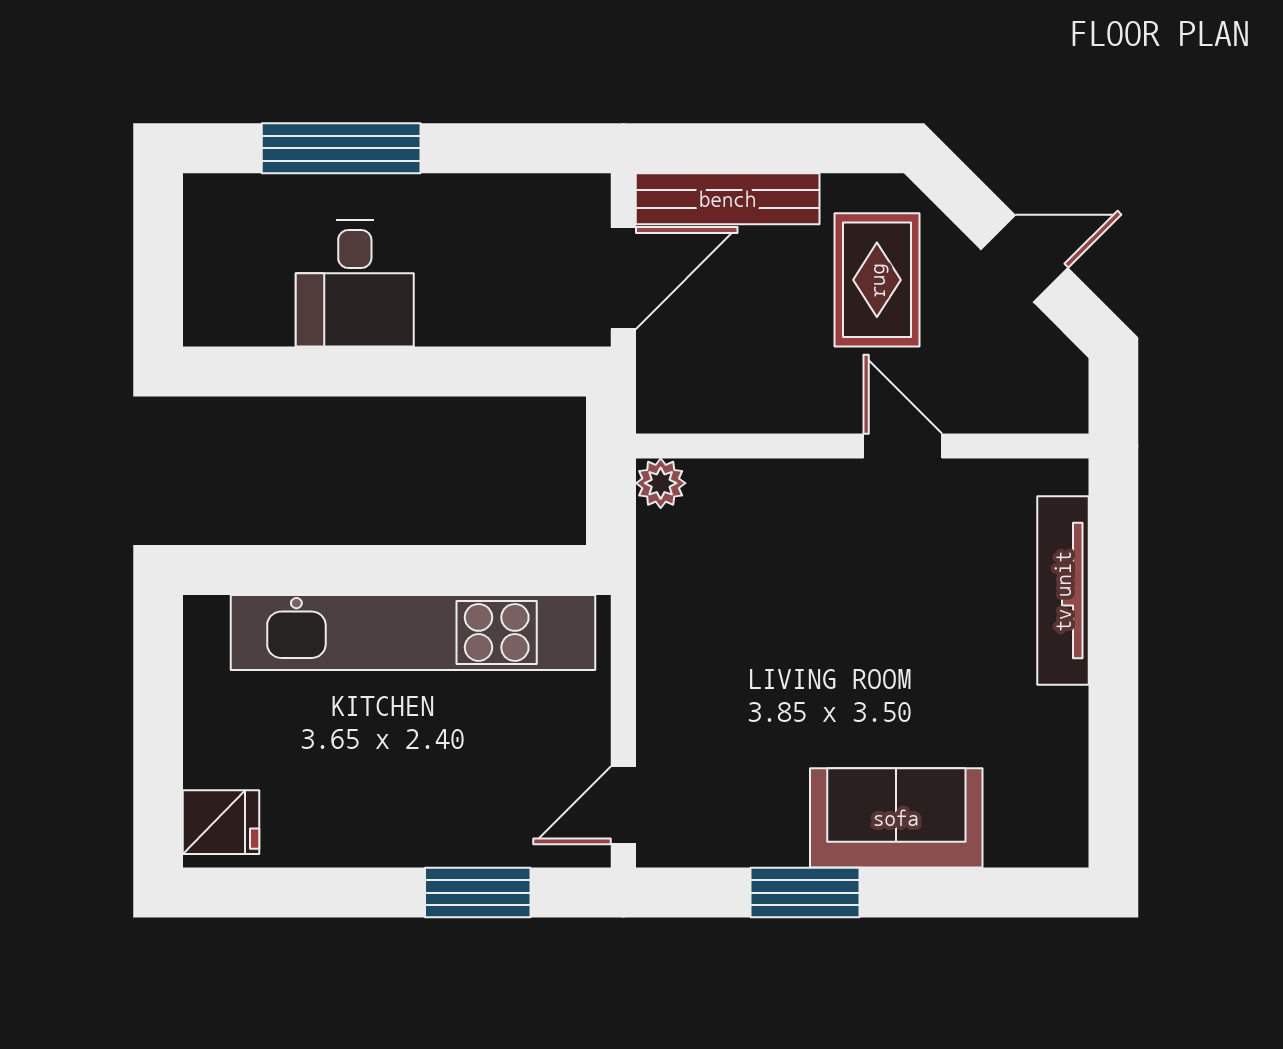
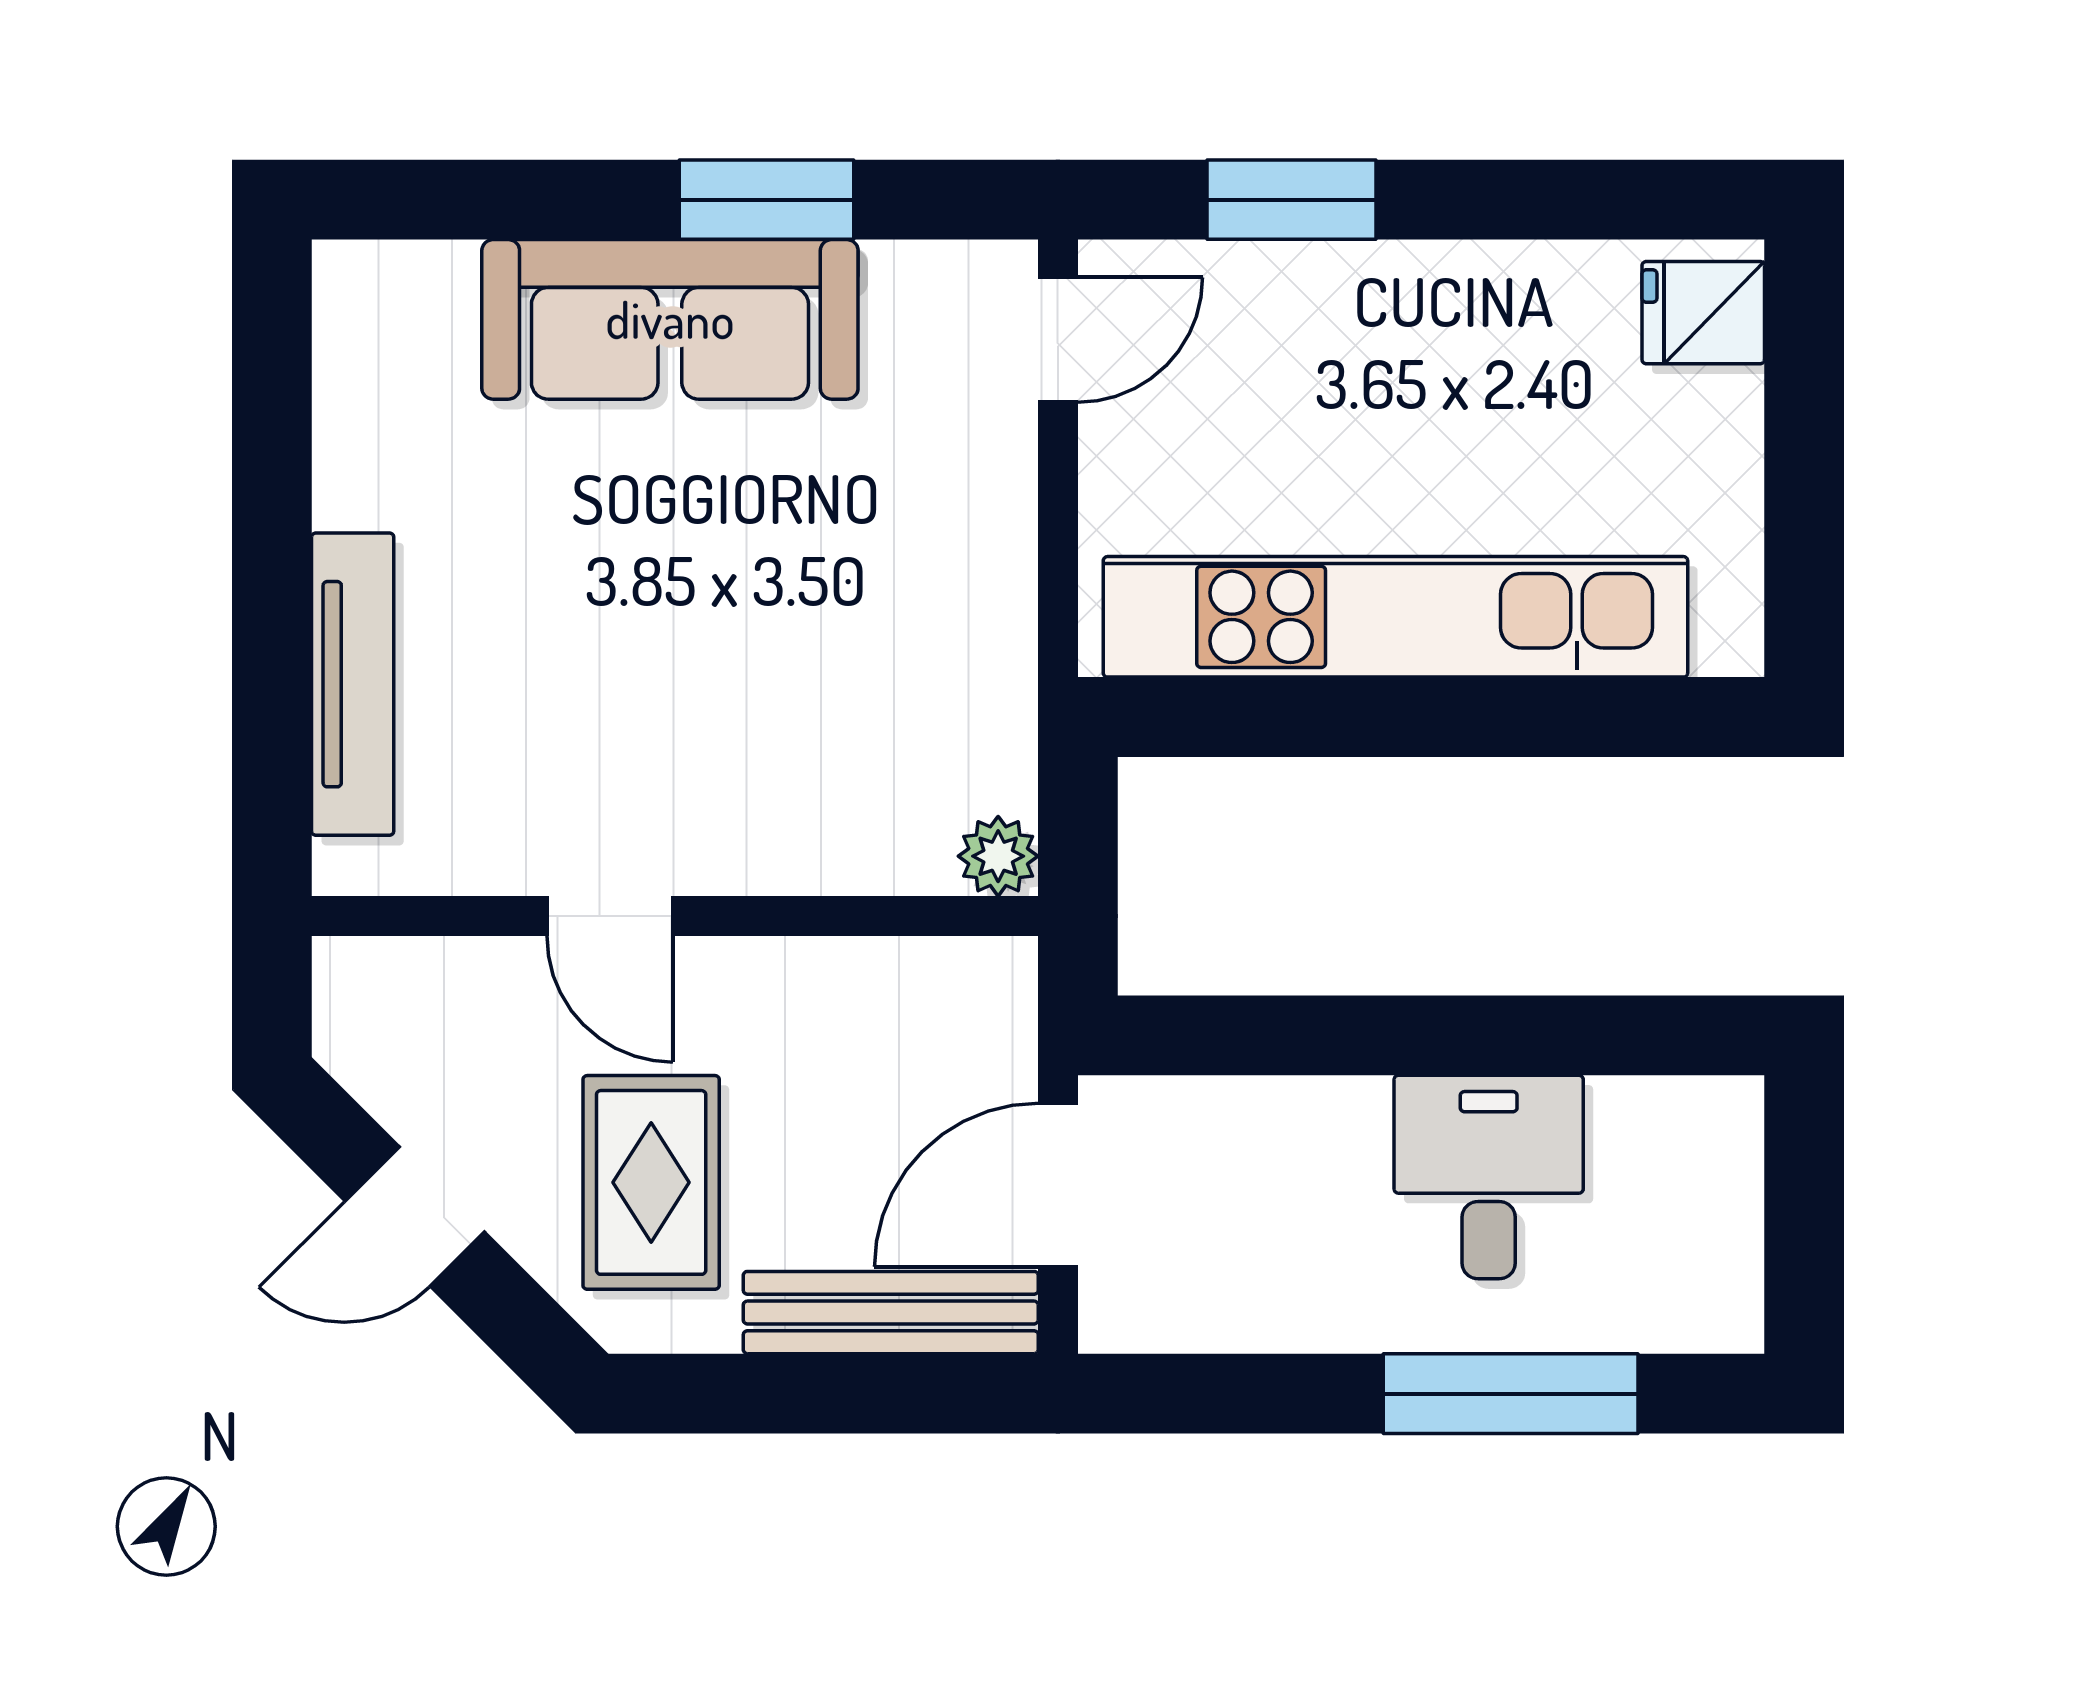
sofa: (896, 818) -> (670, 319), width x1.36

